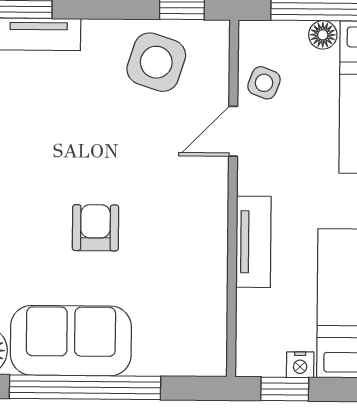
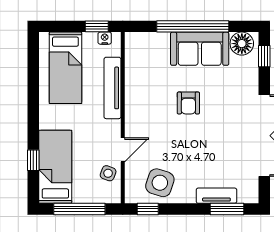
floor lamp: (323, 35) -> (80, 197), removed
tv unit: (253, 242) -> (112, 88), width x1.41
nightstand: (300, 365) -> (105, 38), moved

